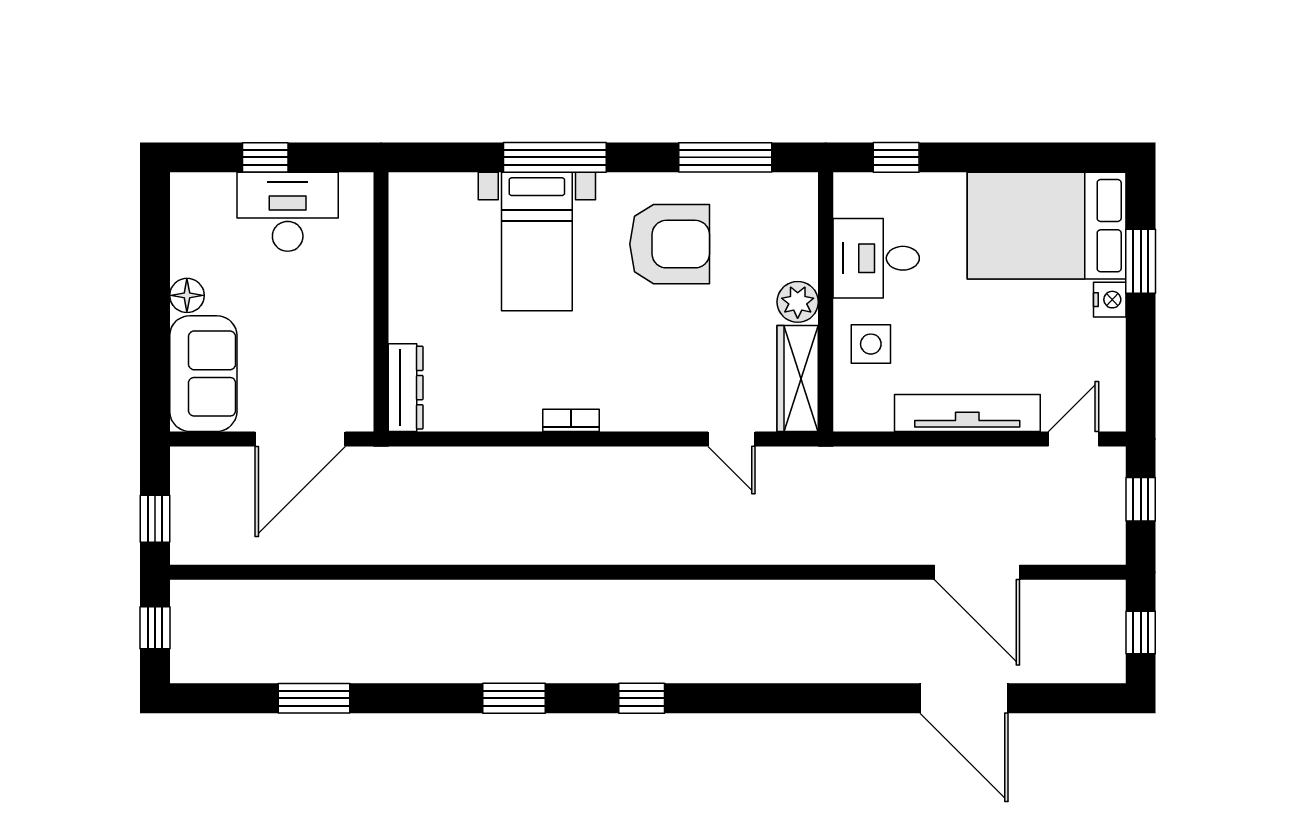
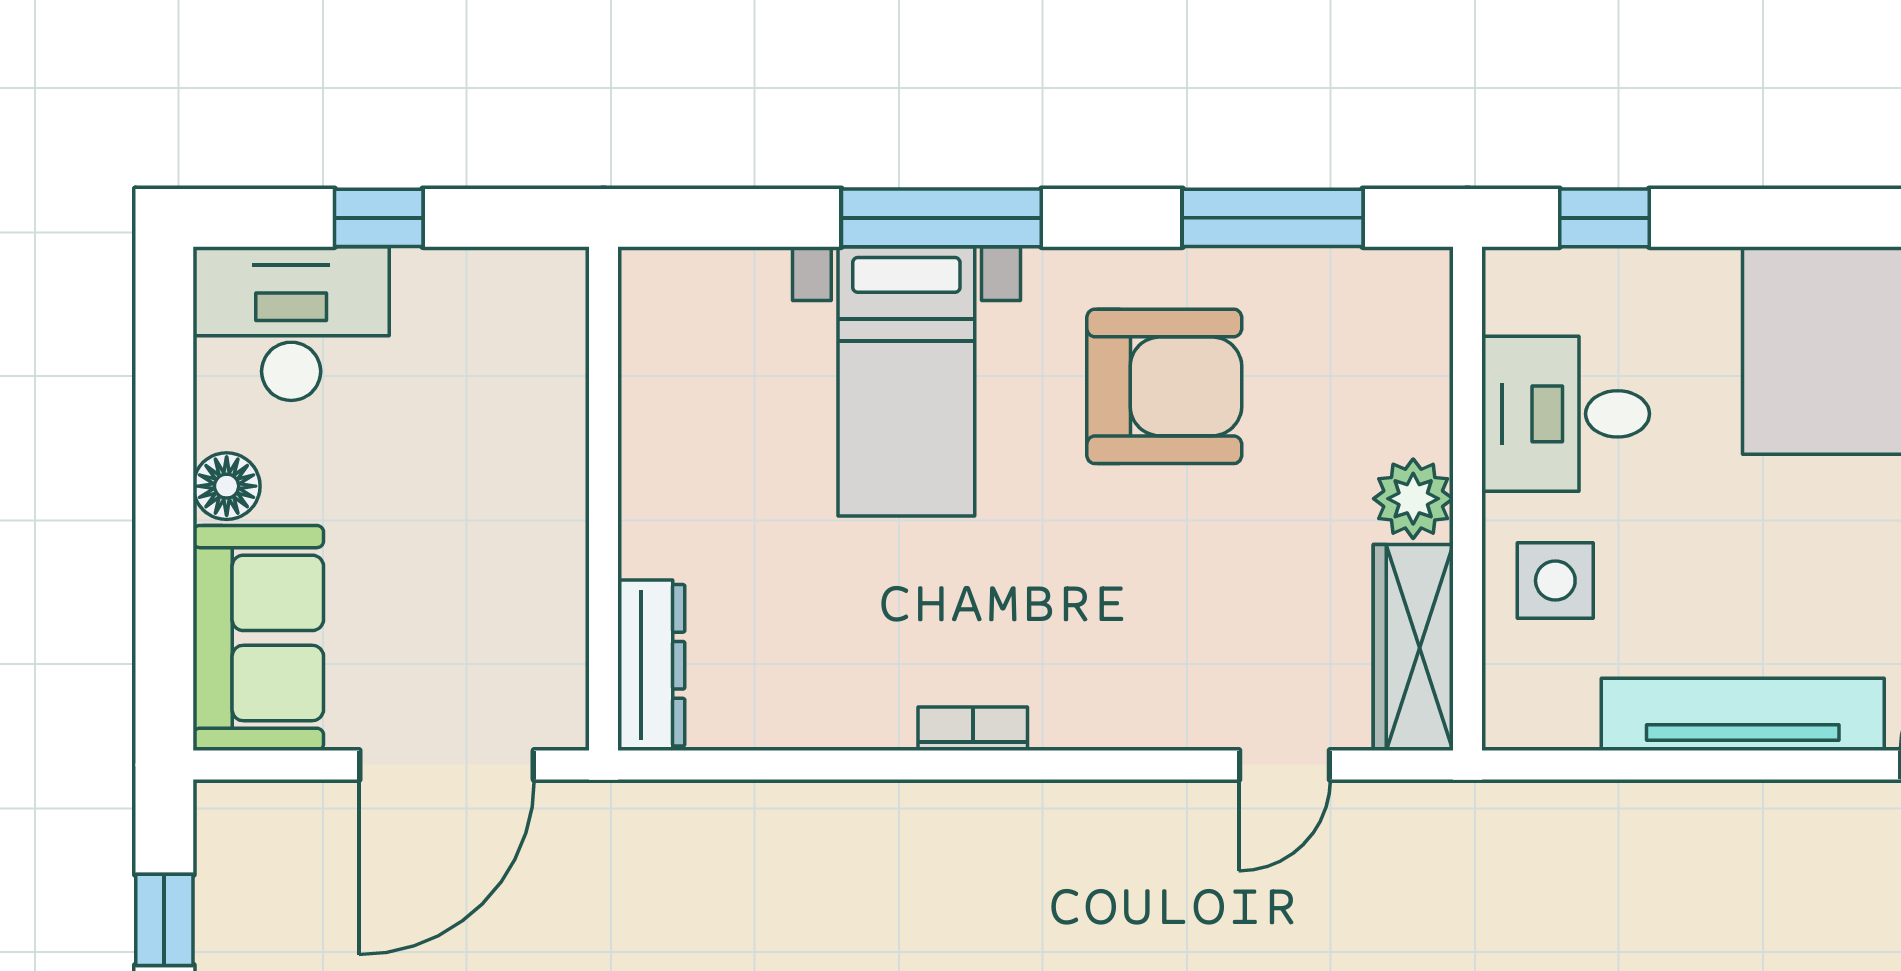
desk: (288, 212) -> (291, 324), moved
door: (731, 439) -> (1285, 765), hinge flipped

